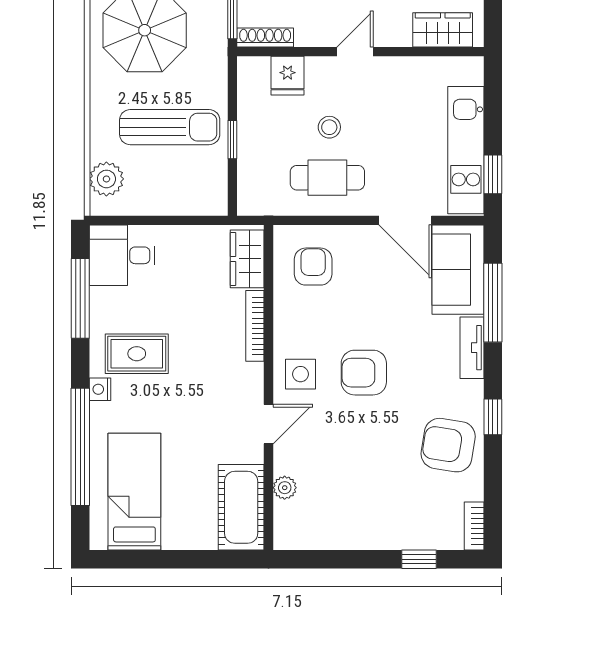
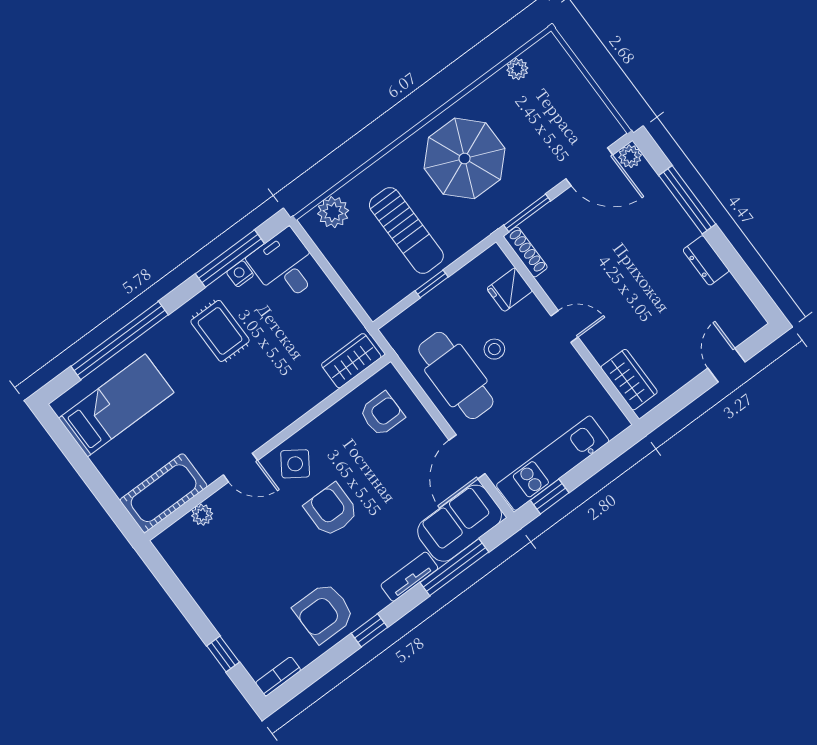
cafe table: (327, 178) -> (456, 375), width x1.37, depth x1.35
bookcase: (255, 326) -> (306, 403), removed
side table: (300, 374) -> (295, 464), turned 34
nightstand: (100, 389) -> (240, 274), moved
armchair: (448, 445) -> (324, 613), turned -99

